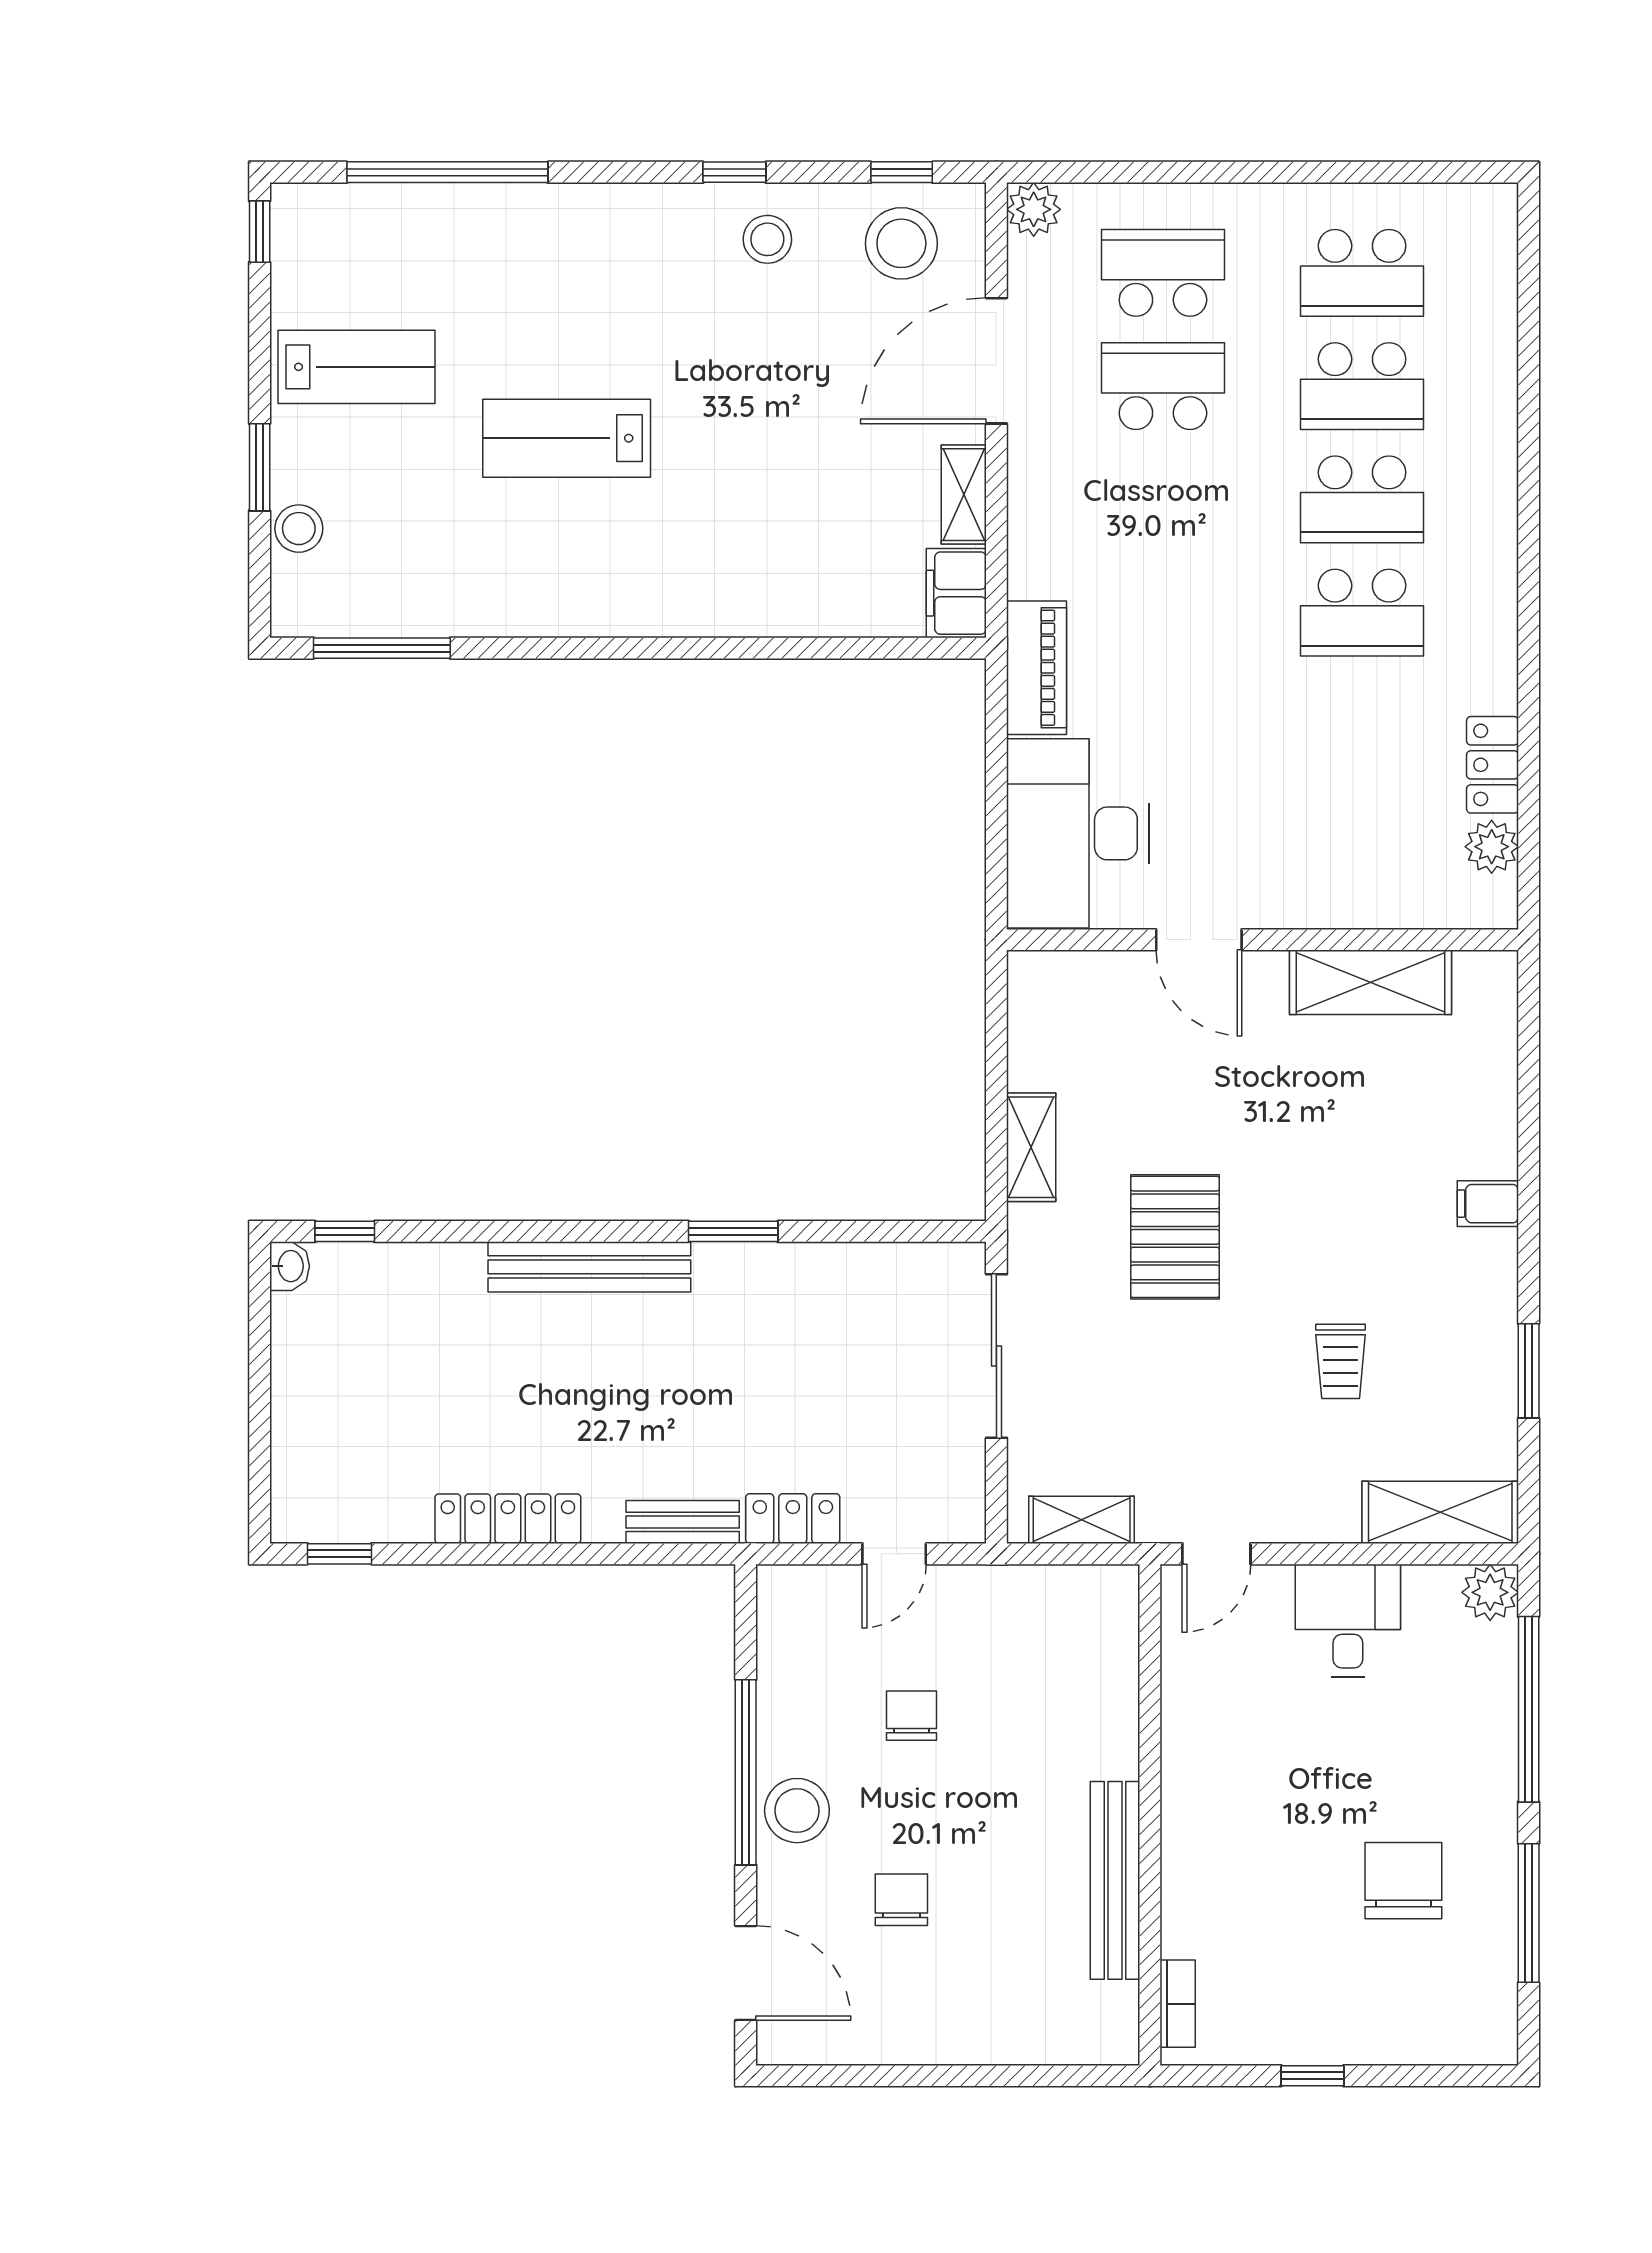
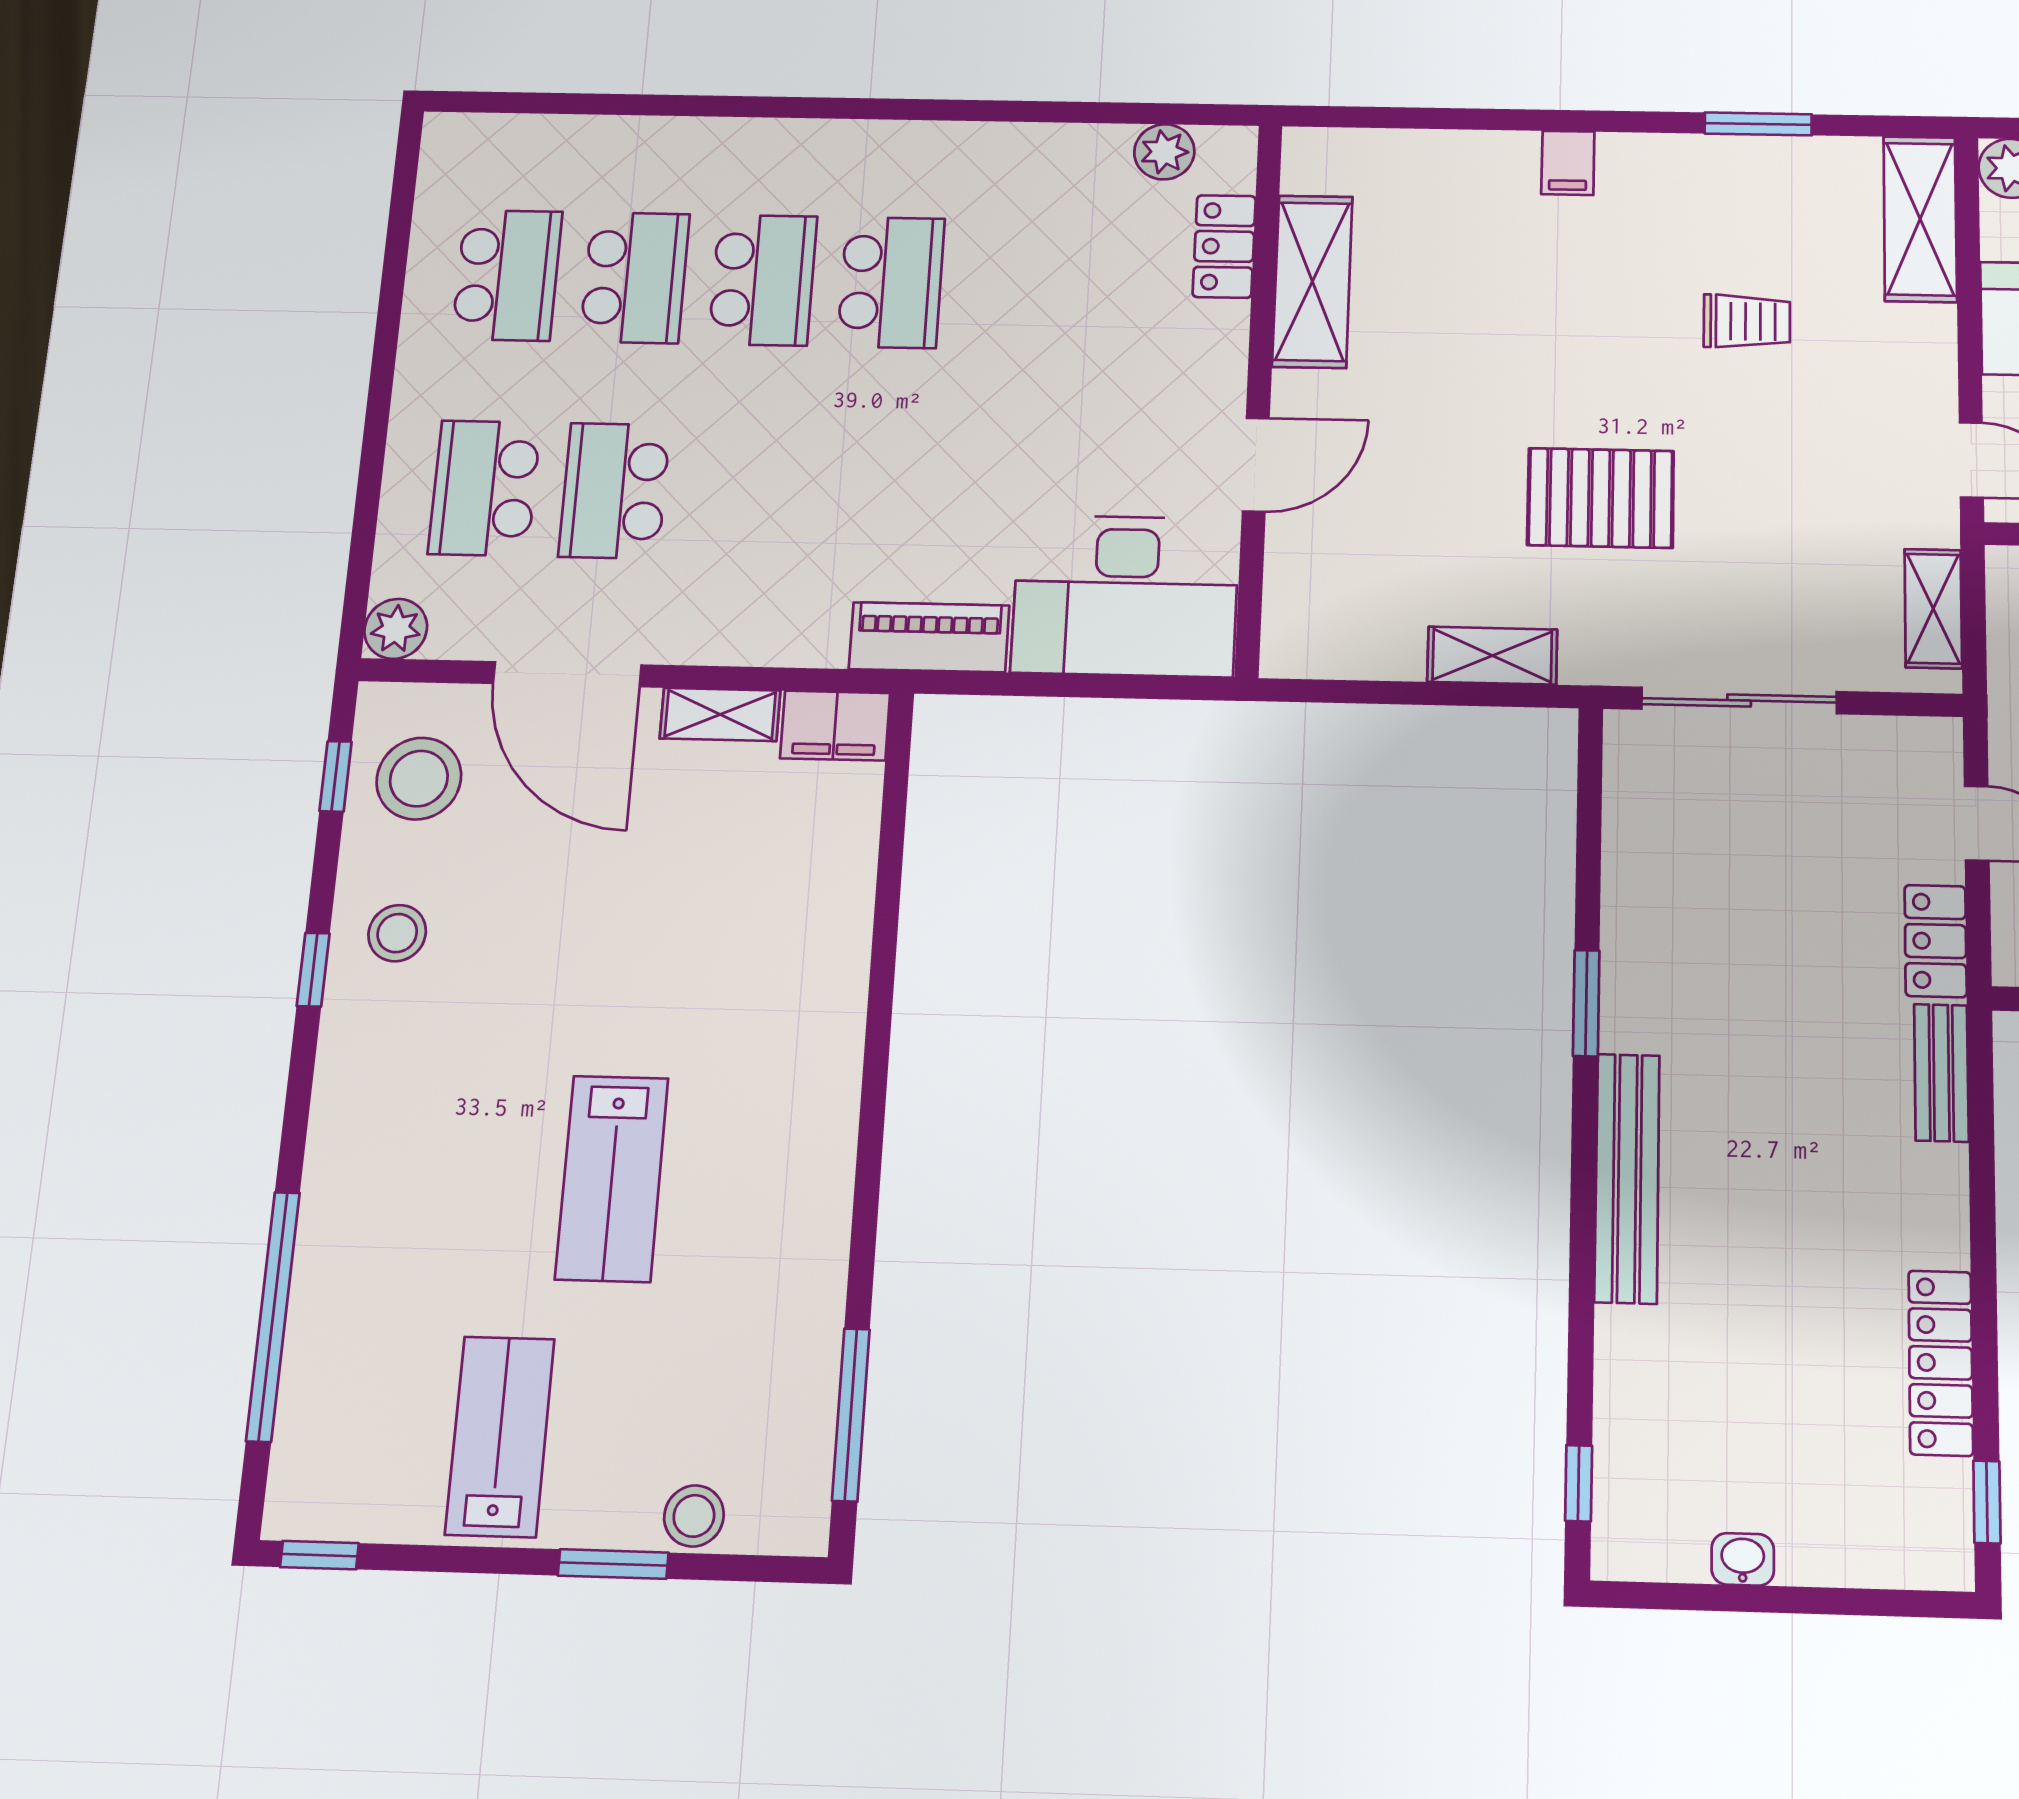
locker: (1493, 765) -> (1224, 246), moved, turned 90
washbasin: (290, 1266) -> (1743, 1559), moved
locker: (508, 1519) -> (1941, 1363), moved

